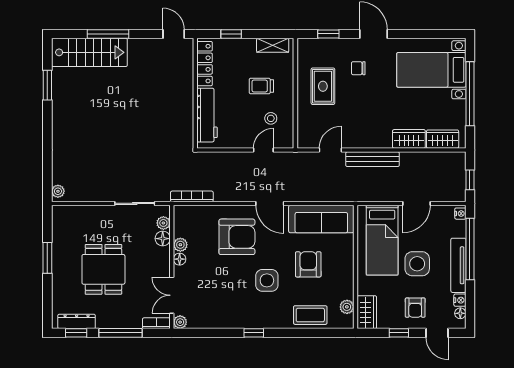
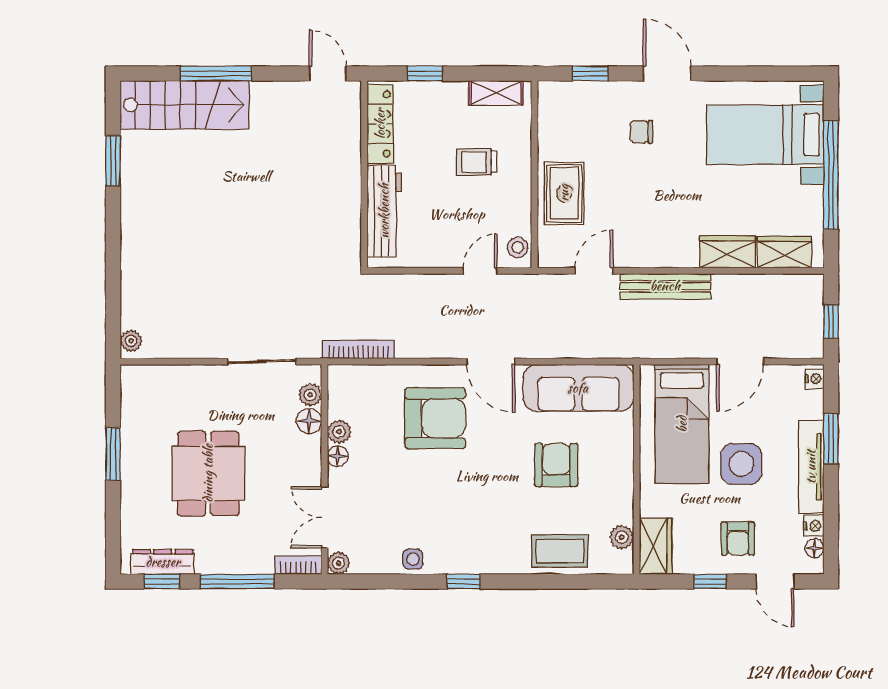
rug: (323, 86) -> (564, 193), moved
stool: (271, 118) -> (518, 247), moved
window: (470, 249) -> (831, 439), width x0.47
side table: (267, 280) -> (413, 559), moved, width x0.54, depth x0.54

